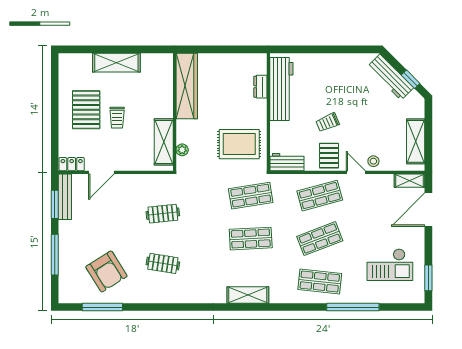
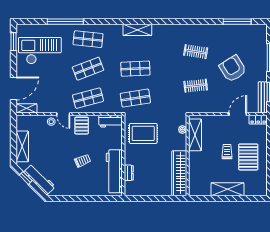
trolley: (328, 122) -> (83, 161), moved
shelving: (416, 141) -> (22, 146), moved
checkout: (390, 265) -> (40, 51), width x1.36, depth x1.21
armchair: (106, 271) -> (233, 69), moved

